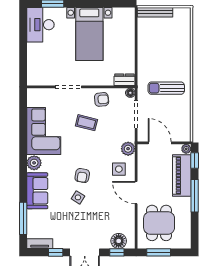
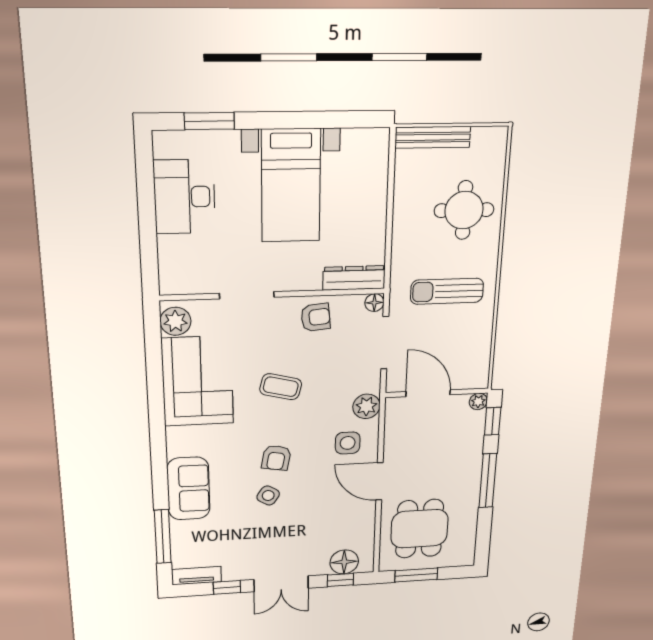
desk: (40, 25) -> (184, 197), moved
round table: (172, 47) -> (464, 210), added
dresser: (124, 80) -> (354, 278), width x1.44
coffee table: (86, 123) -> (281, 387), moved
plant: (34, 163) -> (175, 321), moved
piano: (182, 175) -> (467, 448), removed

